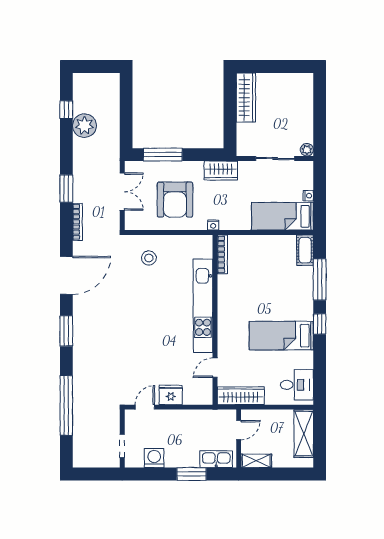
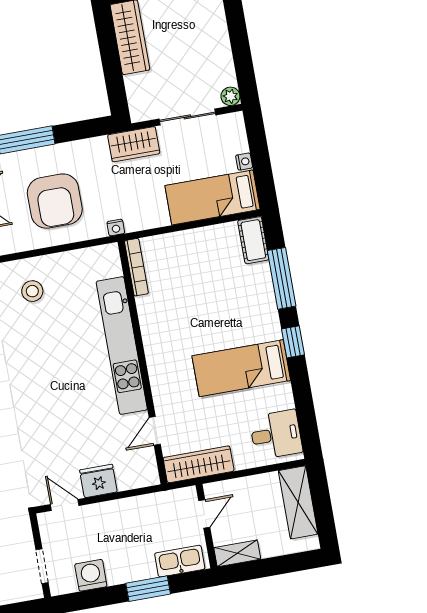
wardrobe: (221, 171) -> (134, 144), moved
door: (145, 407) -> (65, 505), hinge flipped

